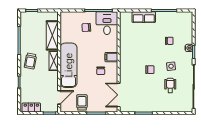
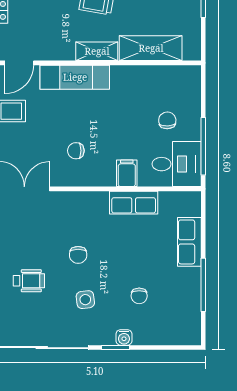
row of seats: (125, 43) -> (134, 203), added
filing cabinet: (111, 57) -> (127, 173), moved
exam couch: (69, 65) -> (75, 77), width x0.73, depth x0.69
wheelchair: (170, 85) -> (29, 281), moved
door: (59, 97) -> (19, 63), hinge flipped

